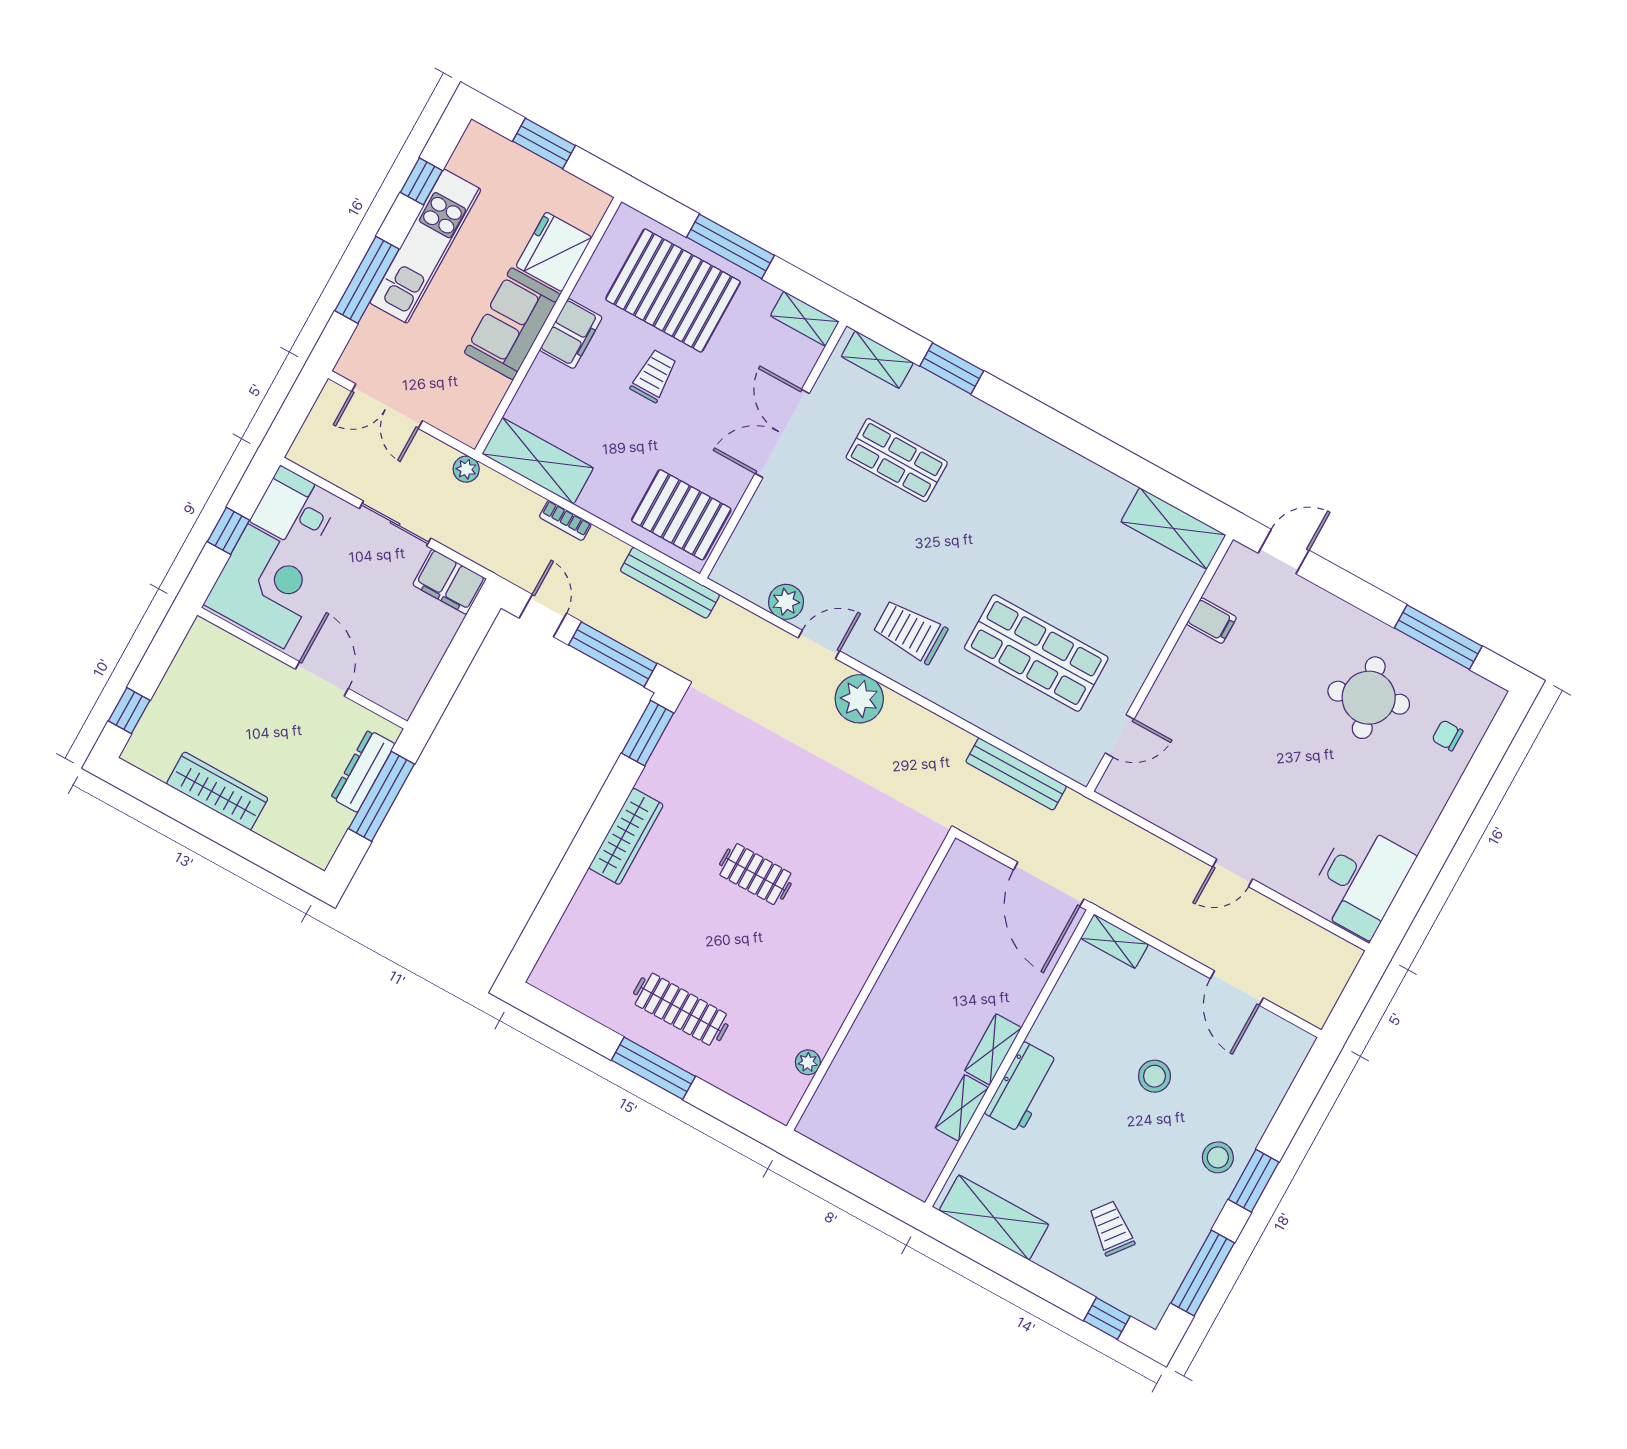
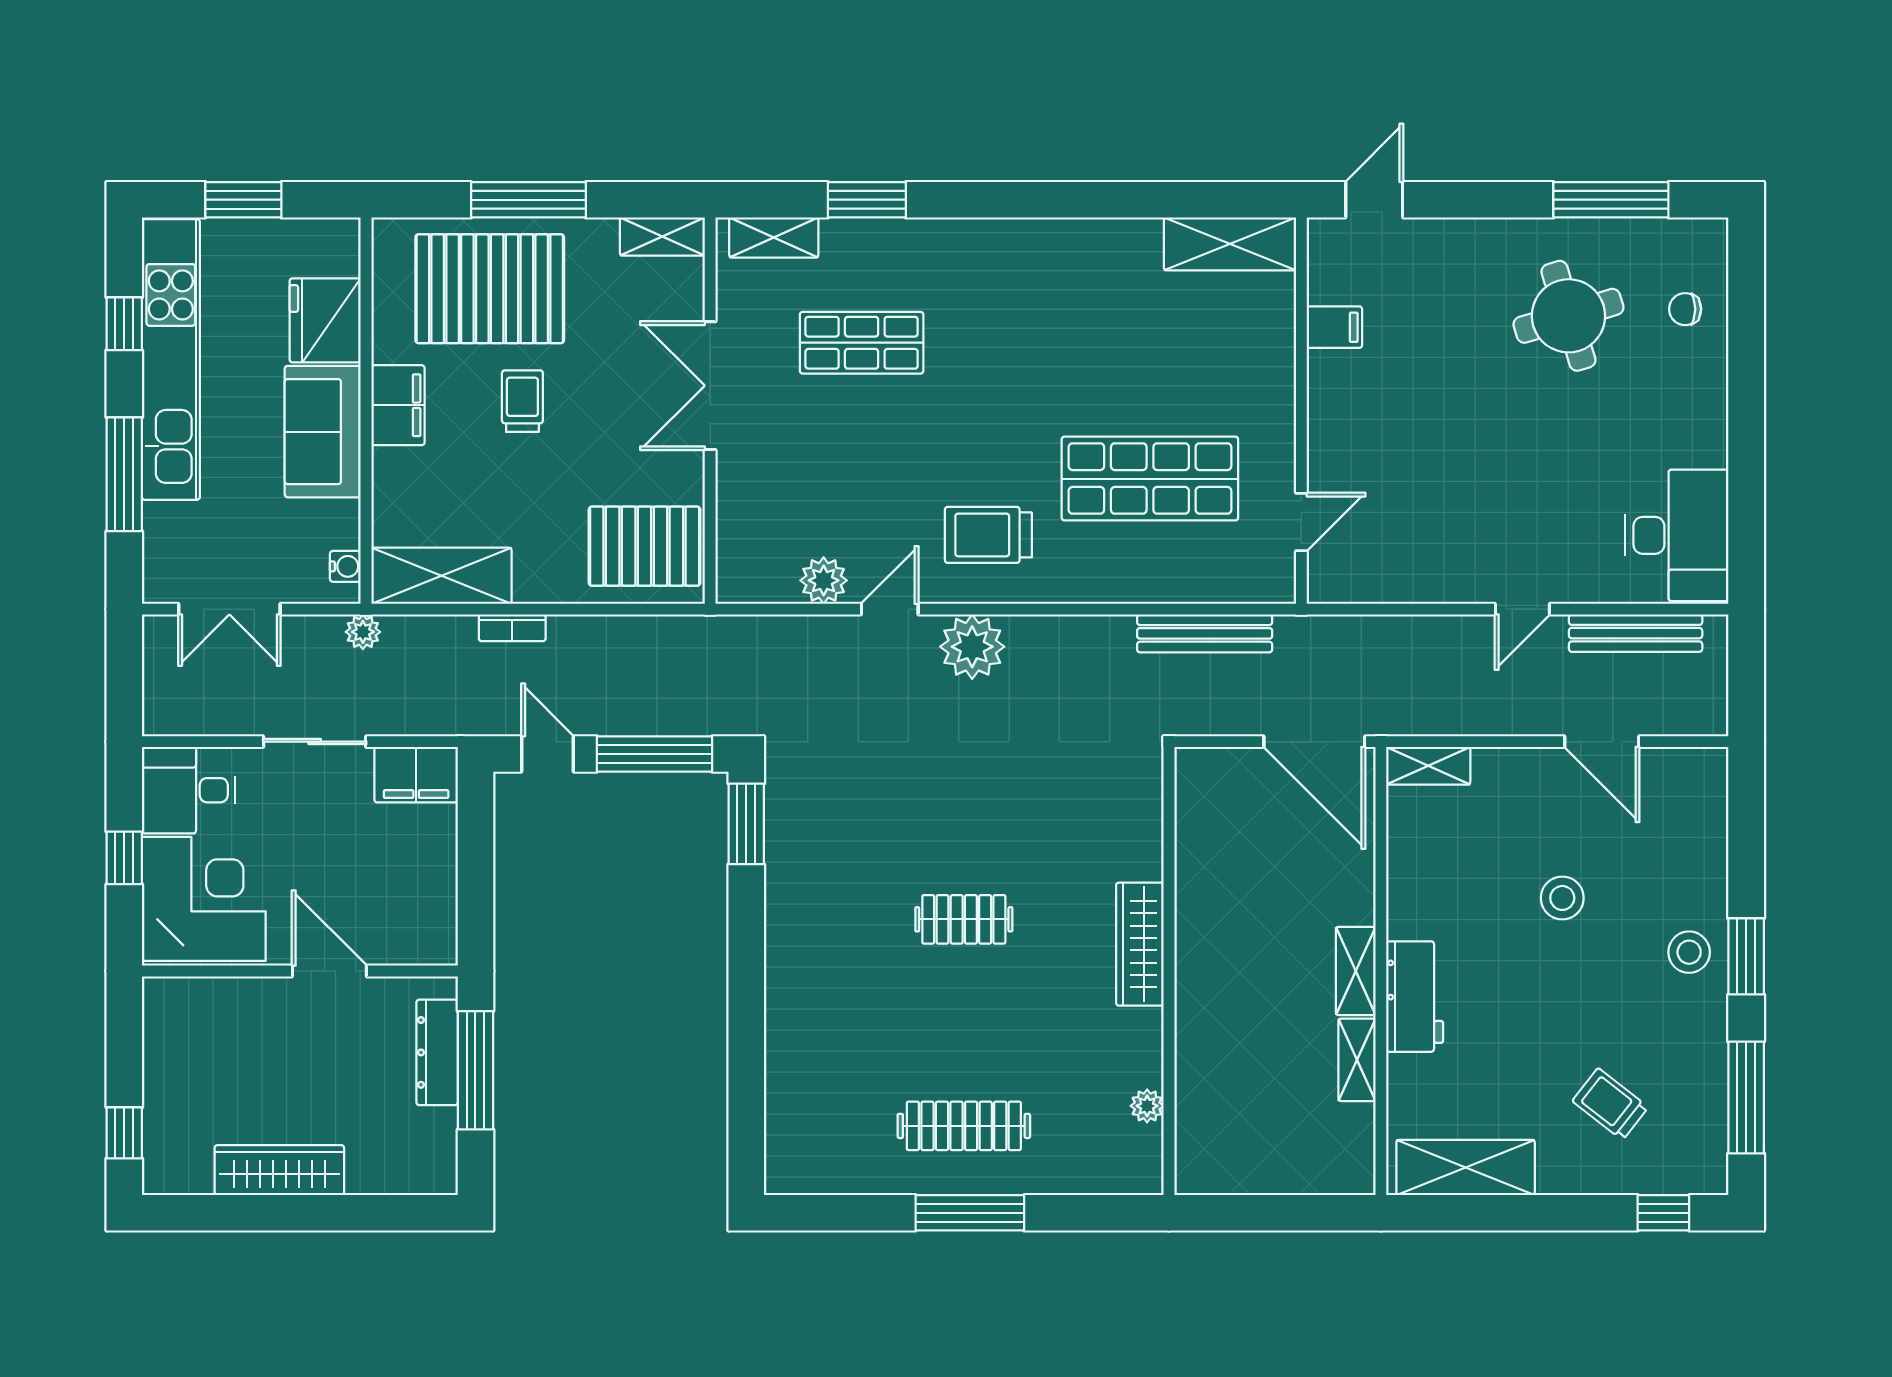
kitchen unit: (425, 246) -> (171, 359), width x1.36
water cooler: (478, 420) -> (345, 566), added
bench: (670, 583) -> (1636, 633), moved
wardrobe: (626, 836) -> (1140, 944), moved, turned 180

